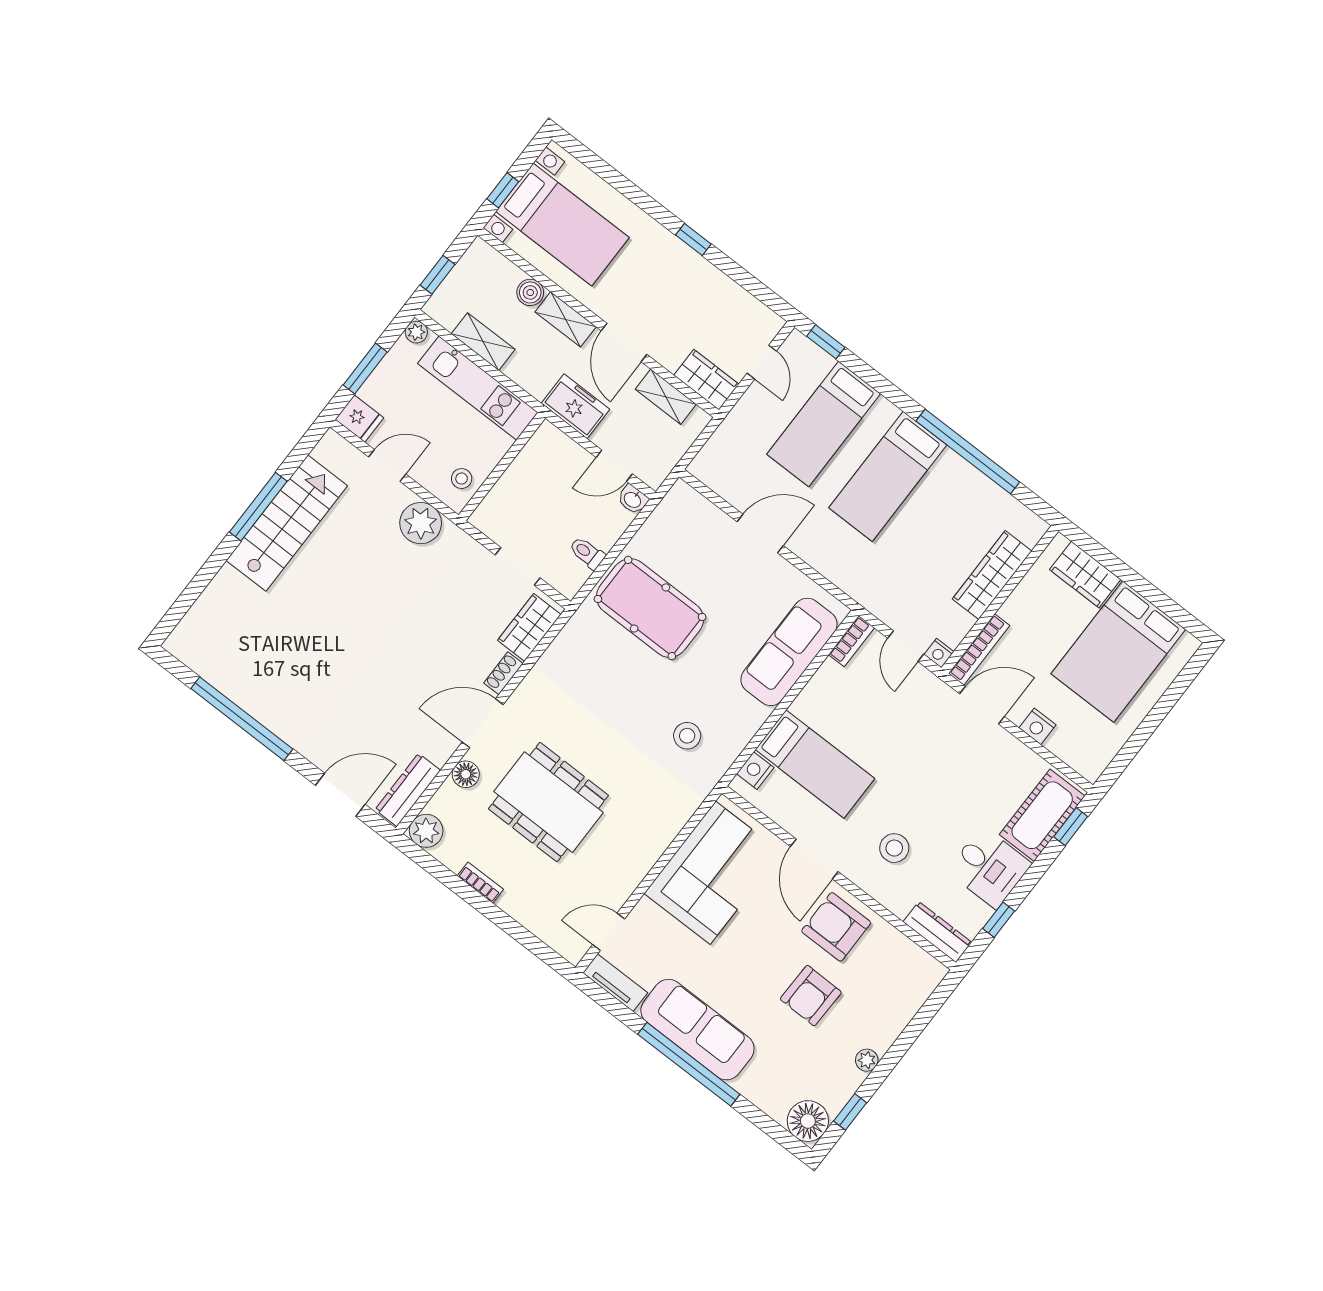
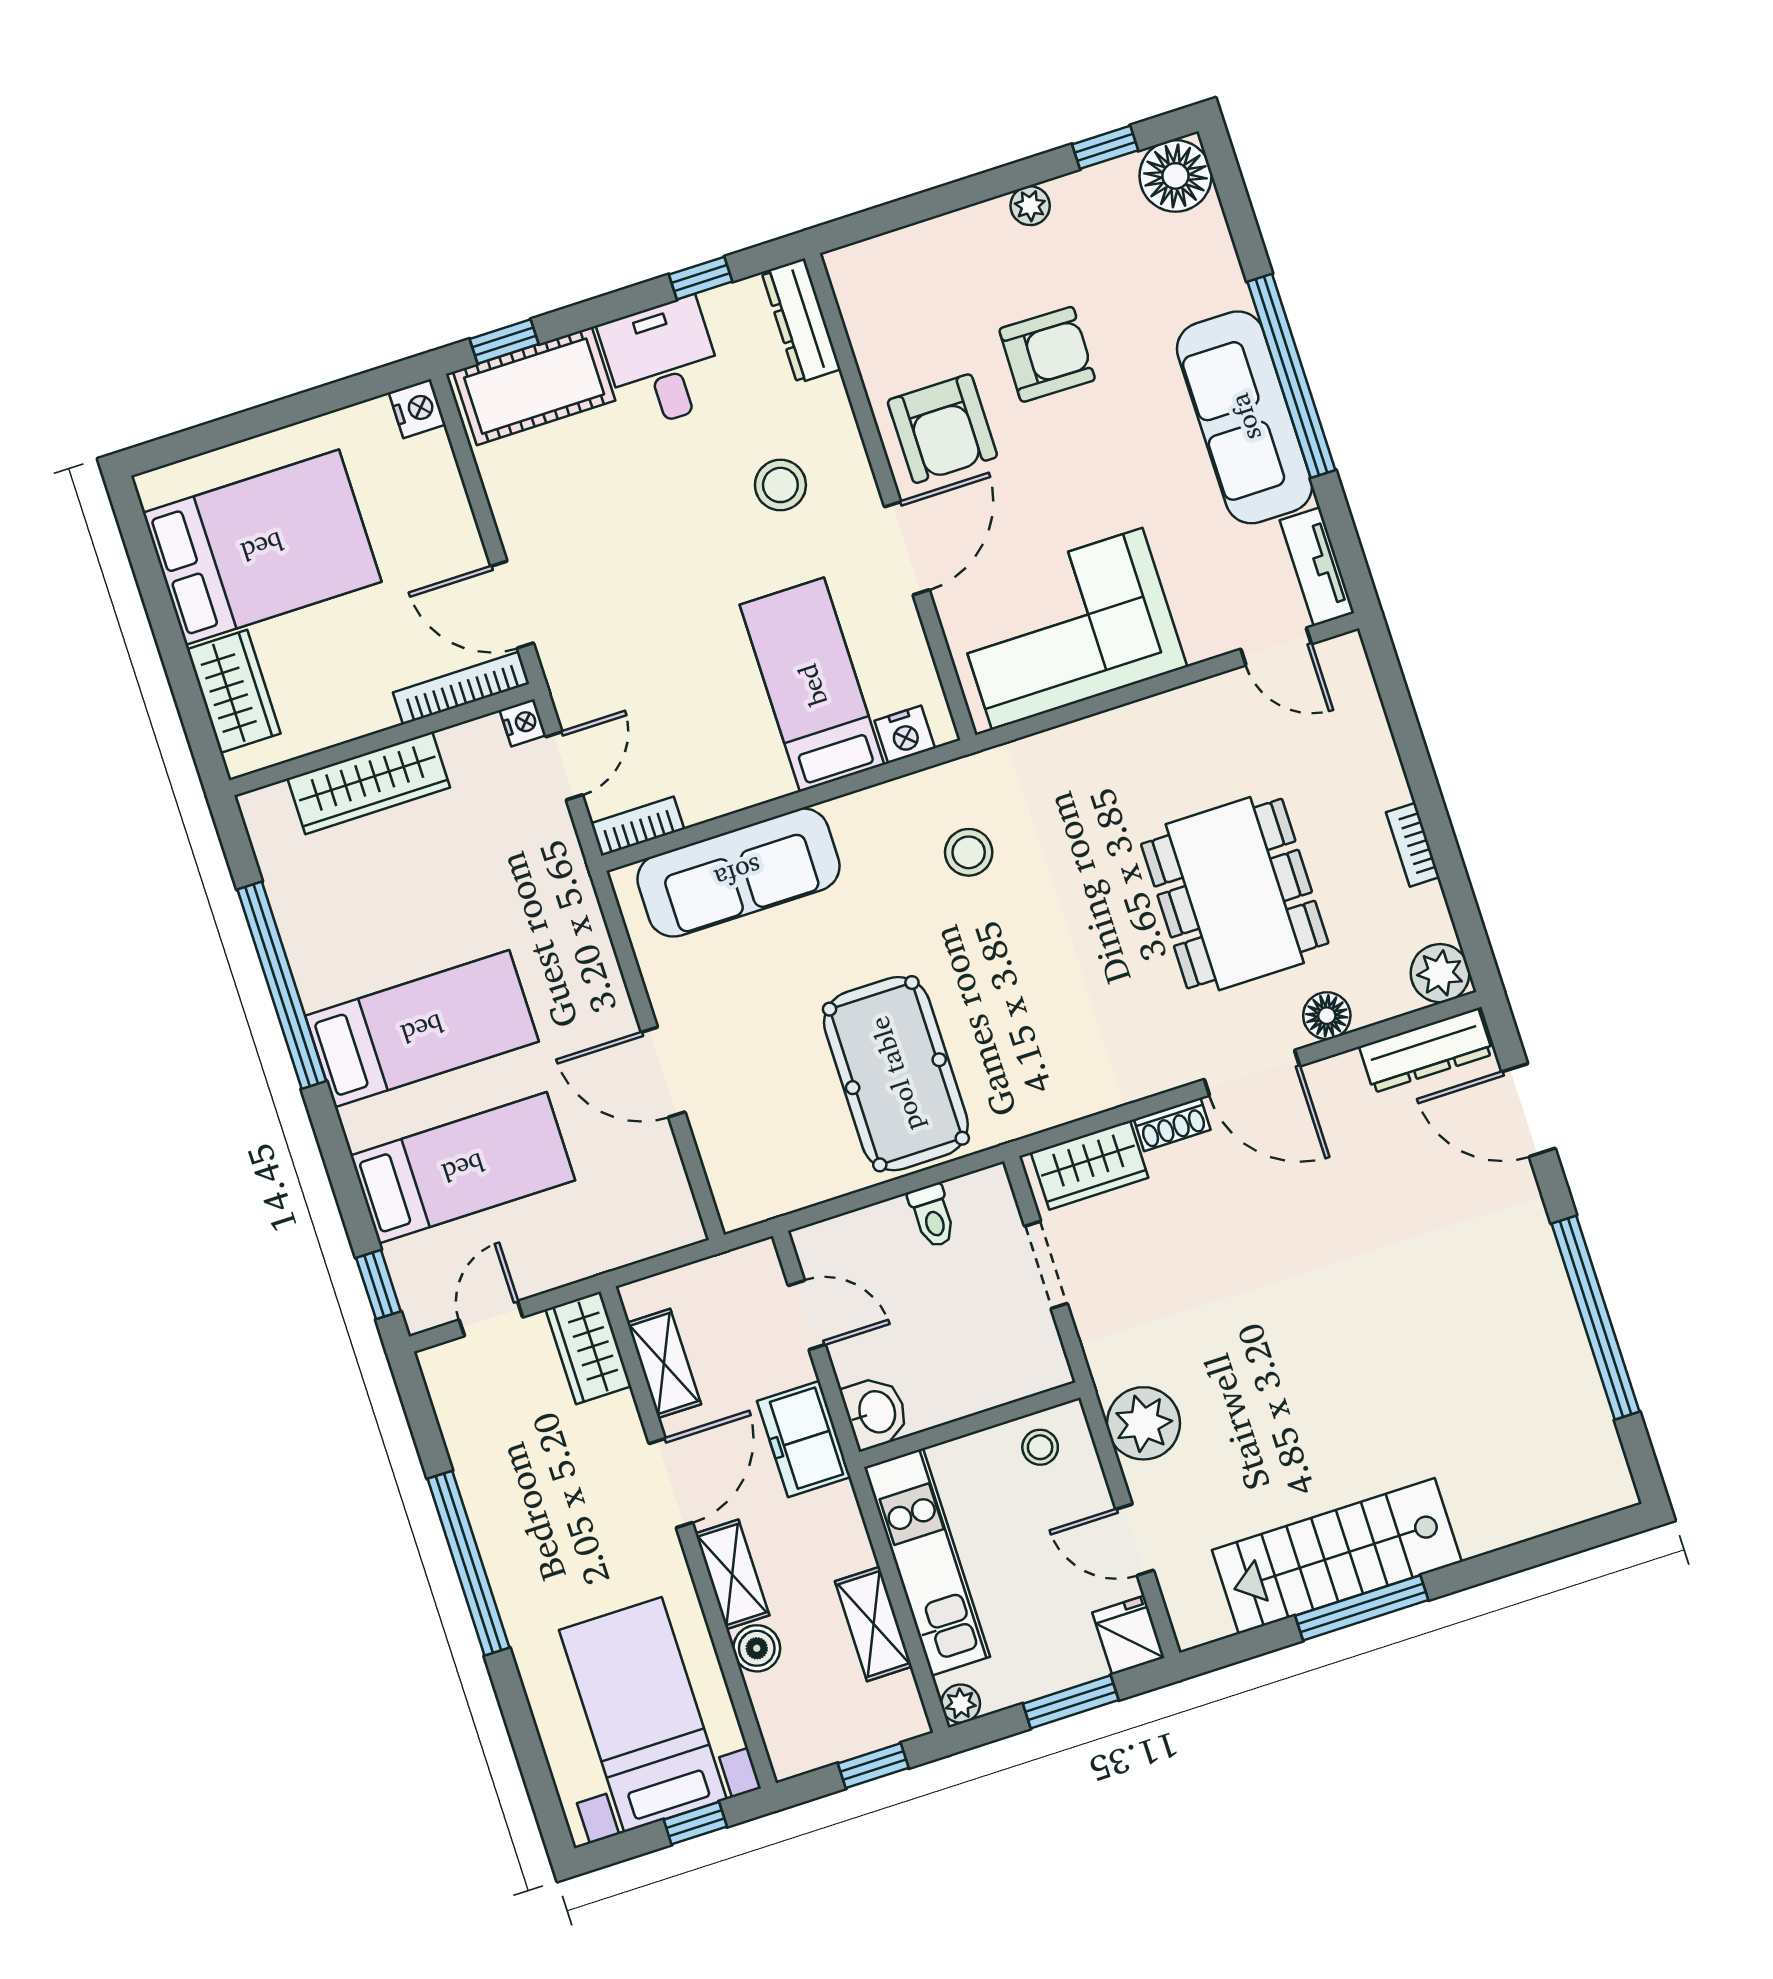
window: (693, 240) -> (468, 1563), width x3.17
washbasin: (633, 499) -> (876, 1412), moved, width x1.38, depth x1.45
nightstand: (1038, 726) -> (417, 409), moved

